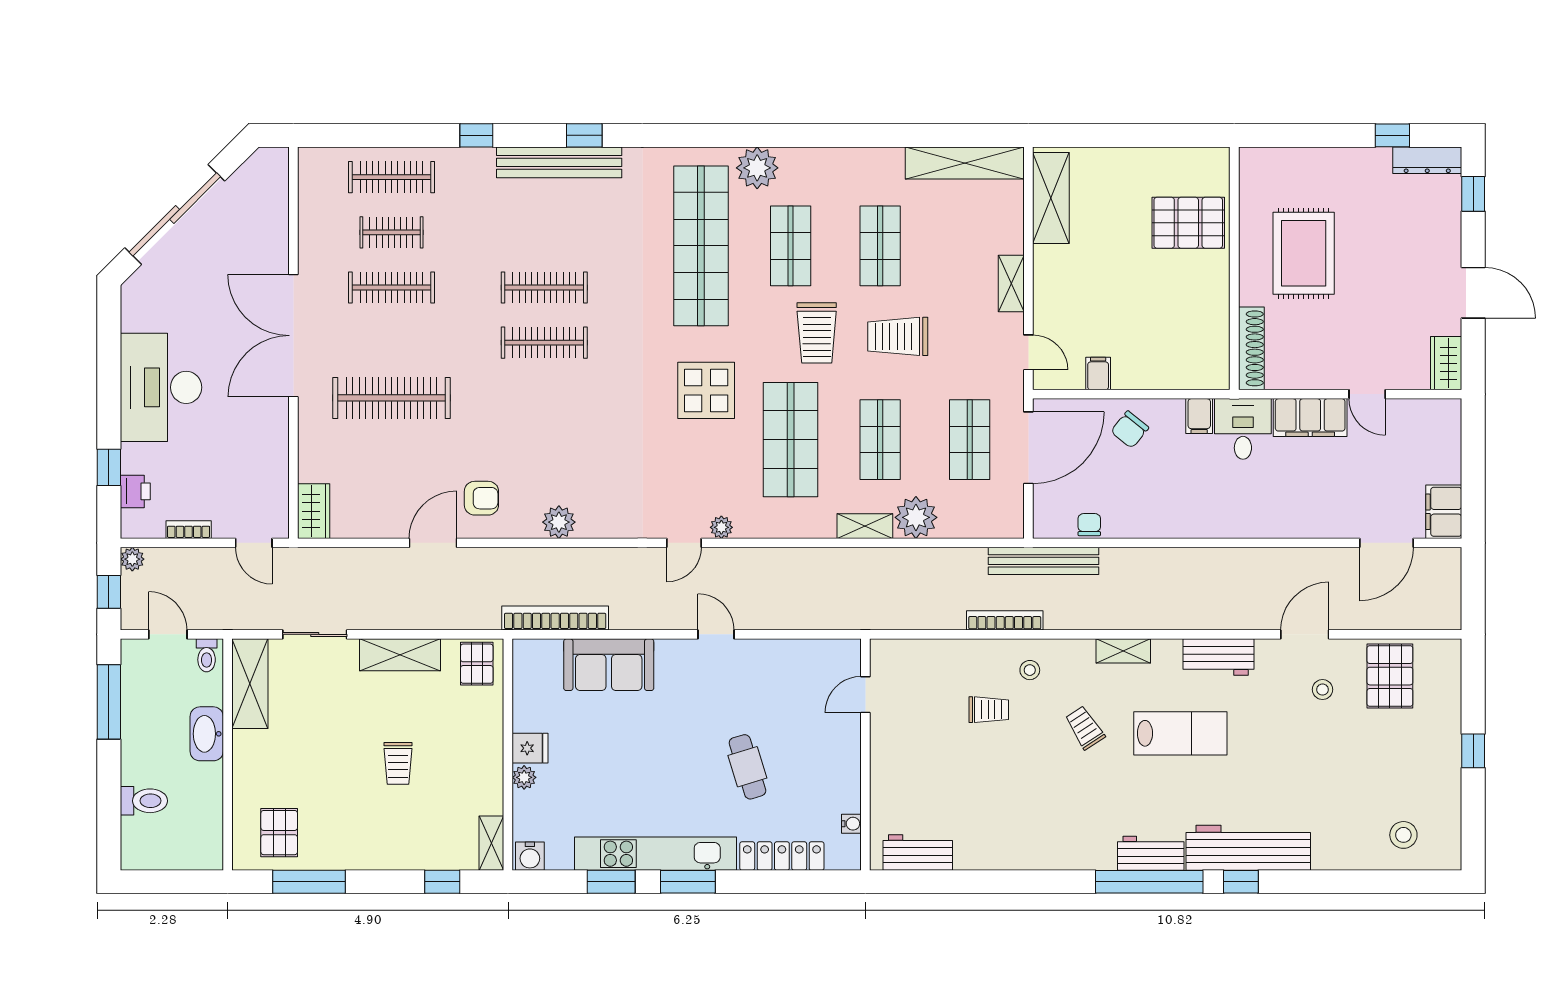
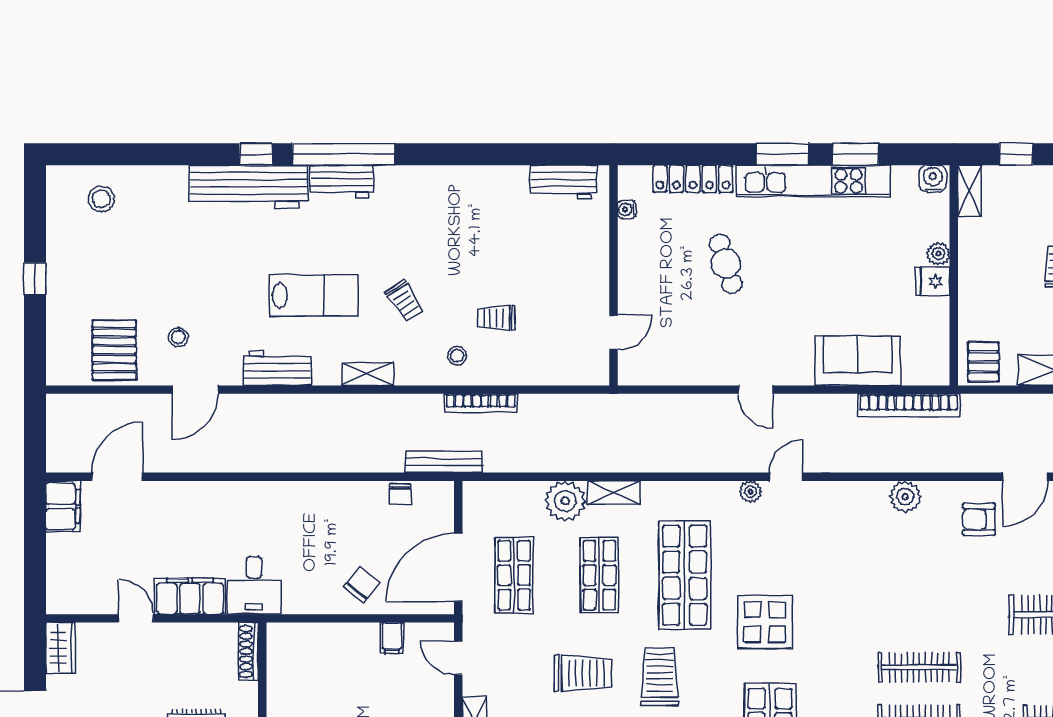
shoe rack: (1251, 348) -> (248, 651), width x0.74, depth x0.81
filing cabinet: (1199, 416) -> (296, 597), removed
bench: (1044, 561) -> (444, 462), width x0.73, depth x0.82
lab bench: (1180, 733) -> (314, 296), turned 180

